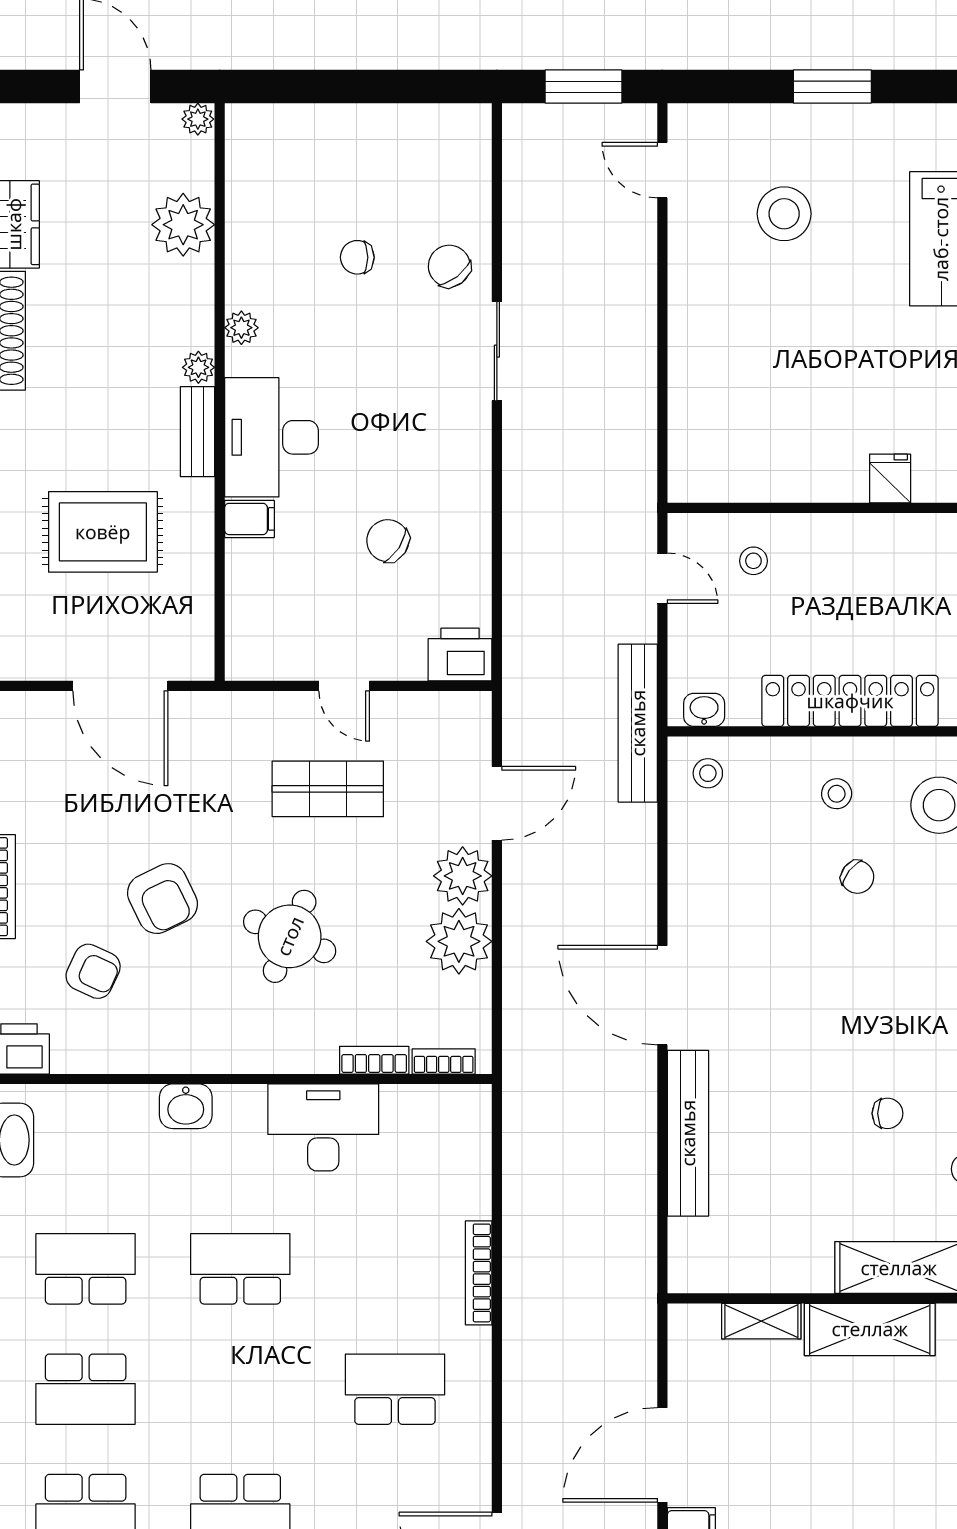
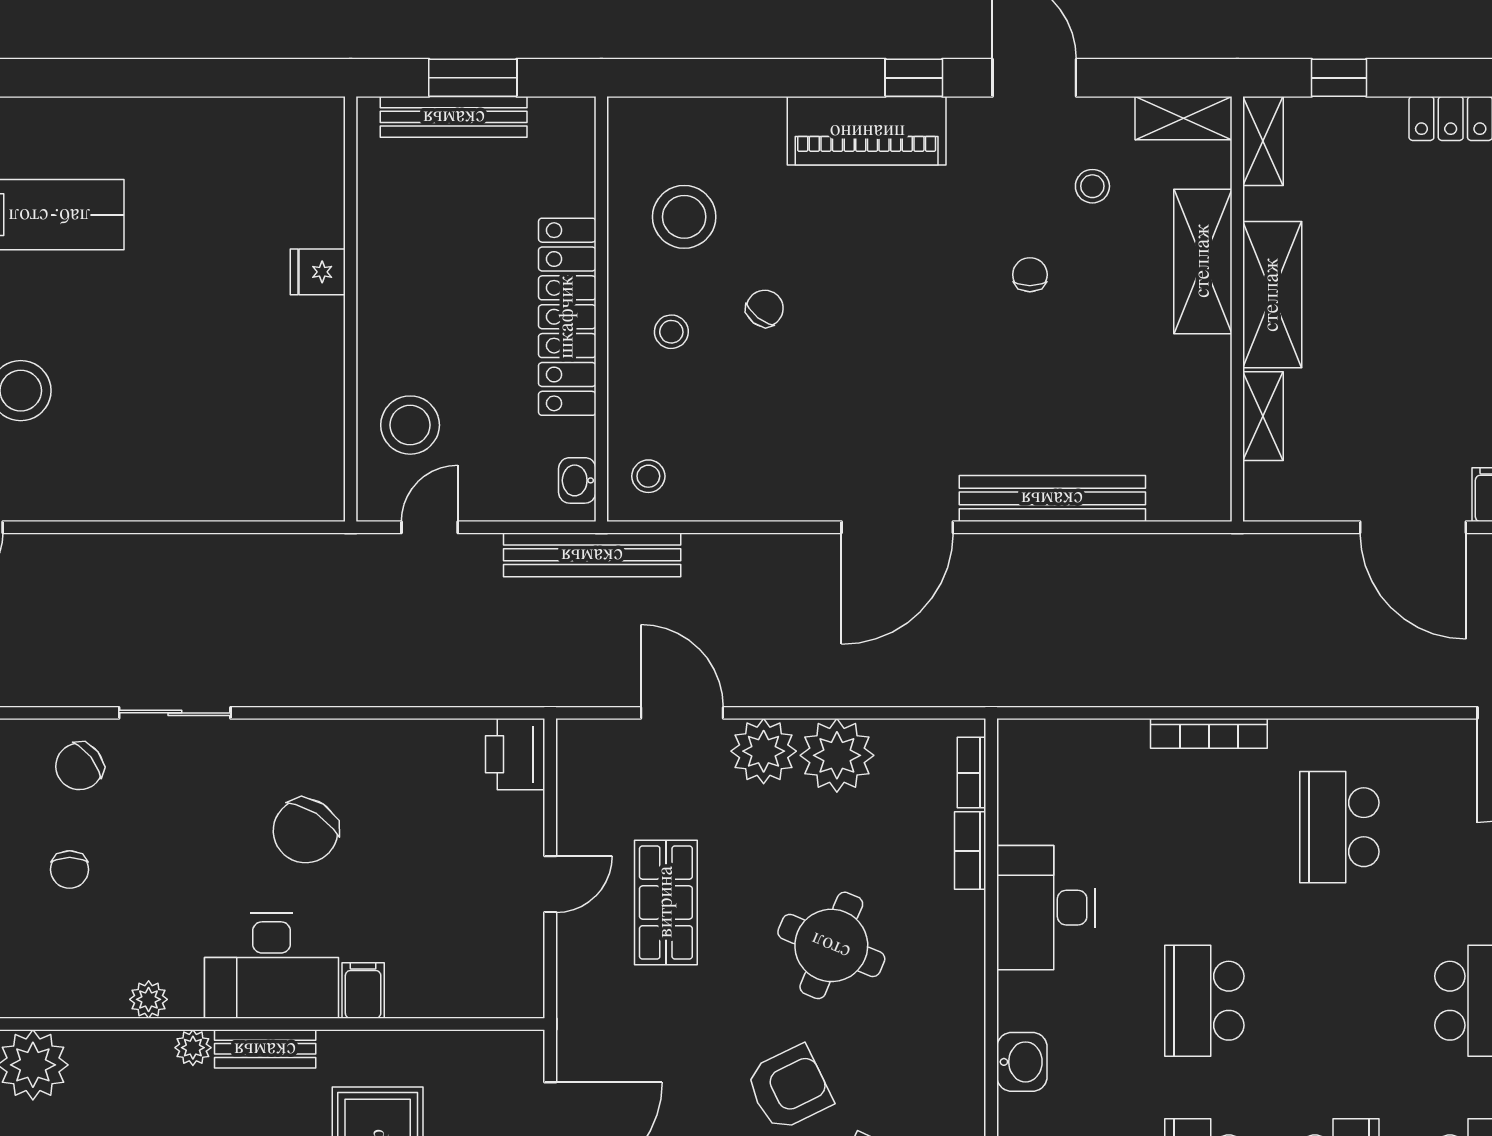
chair: (388, 541) -> (306, 831), moved, width x1.37, depth x1.37
stool: (753, 561) -> (410, 425), width x1.89, depth x1.89

